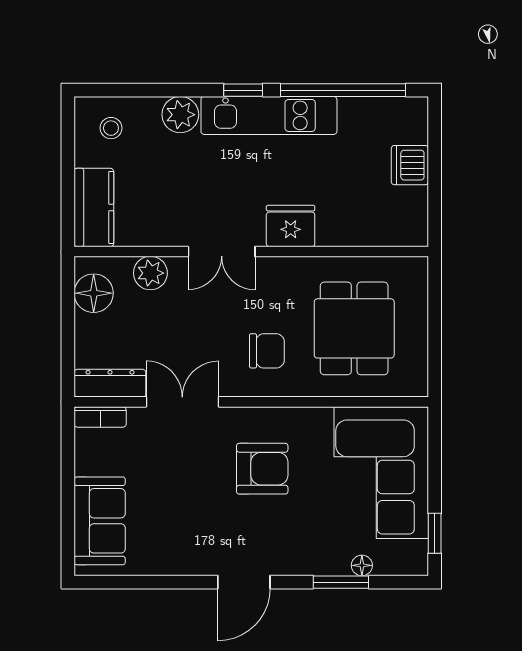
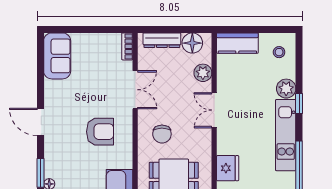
window: (243, 90) -> (299, 104), moved
fridge: (291, 226) -> (228, 168), moved
dresser: (110, 383) -> (162, 40), moved, turned 90
armchair: (262, 469) -> (100, 132), turned -90
sofa: (100, 521) -> (57, 56), moved, turned -90

